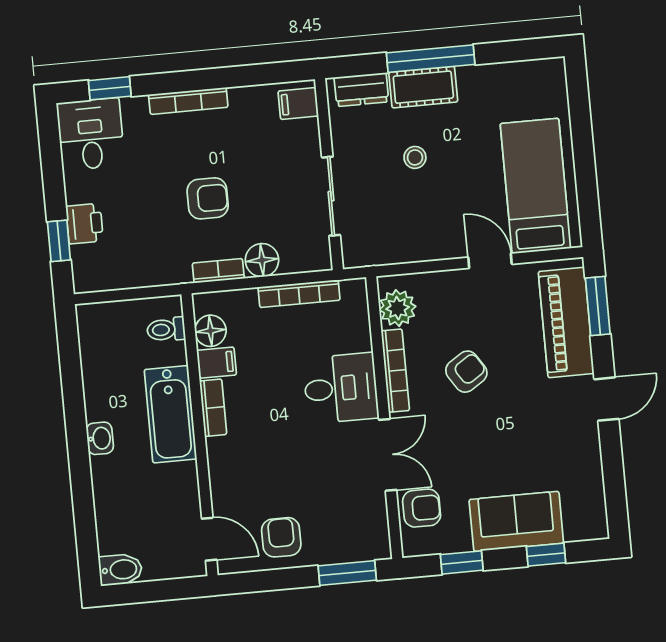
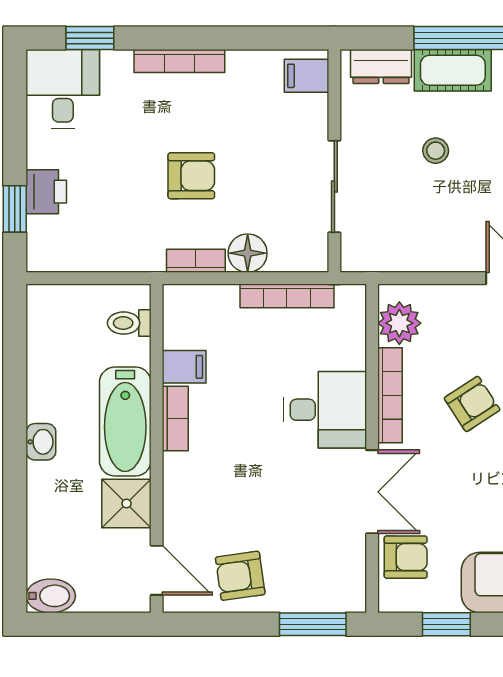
floor lamp: (210, 331) -> (180, 329), removed
shower: (178, 484) -> (126, 504), added
armchair: (281, 537) -> (240, 576), turned -98

